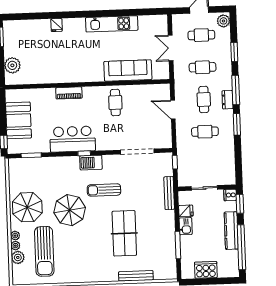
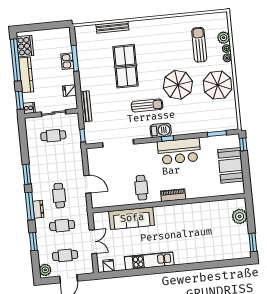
fridge: (57, 25) -> (108, 266), moved
piano: (69, 93) -> (173, 195), moved
dresser: (228, 100) -> (38, 209), moved
cafe table: (205, 132) -> (53, 136), moved
kitchen sink: (186, 226) -> (67, 61), moved
sun lounger: (44, 251) -> (199, 45), width x0.73, depth x0.75
cooker: (206, 270) -> (25, 46), moved, turned -90

